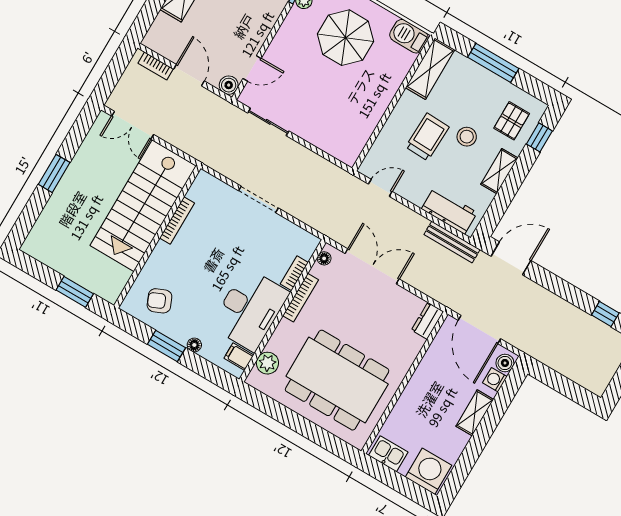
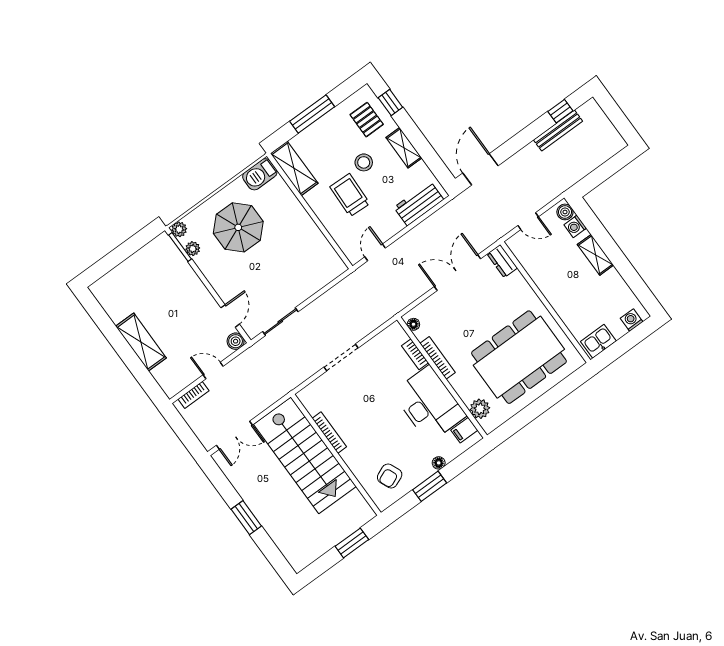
door: (189, 75) -> (213, 371), width x0.73
bench: (452, 242) -> (558, 131), moved
double door: (372, 266) -> (457, 273), moved
door: (479, 330) -> (528, 221), width x0.53
washing machine: (428, 471) -> (632, 320), width x0.53, depth x0.53

